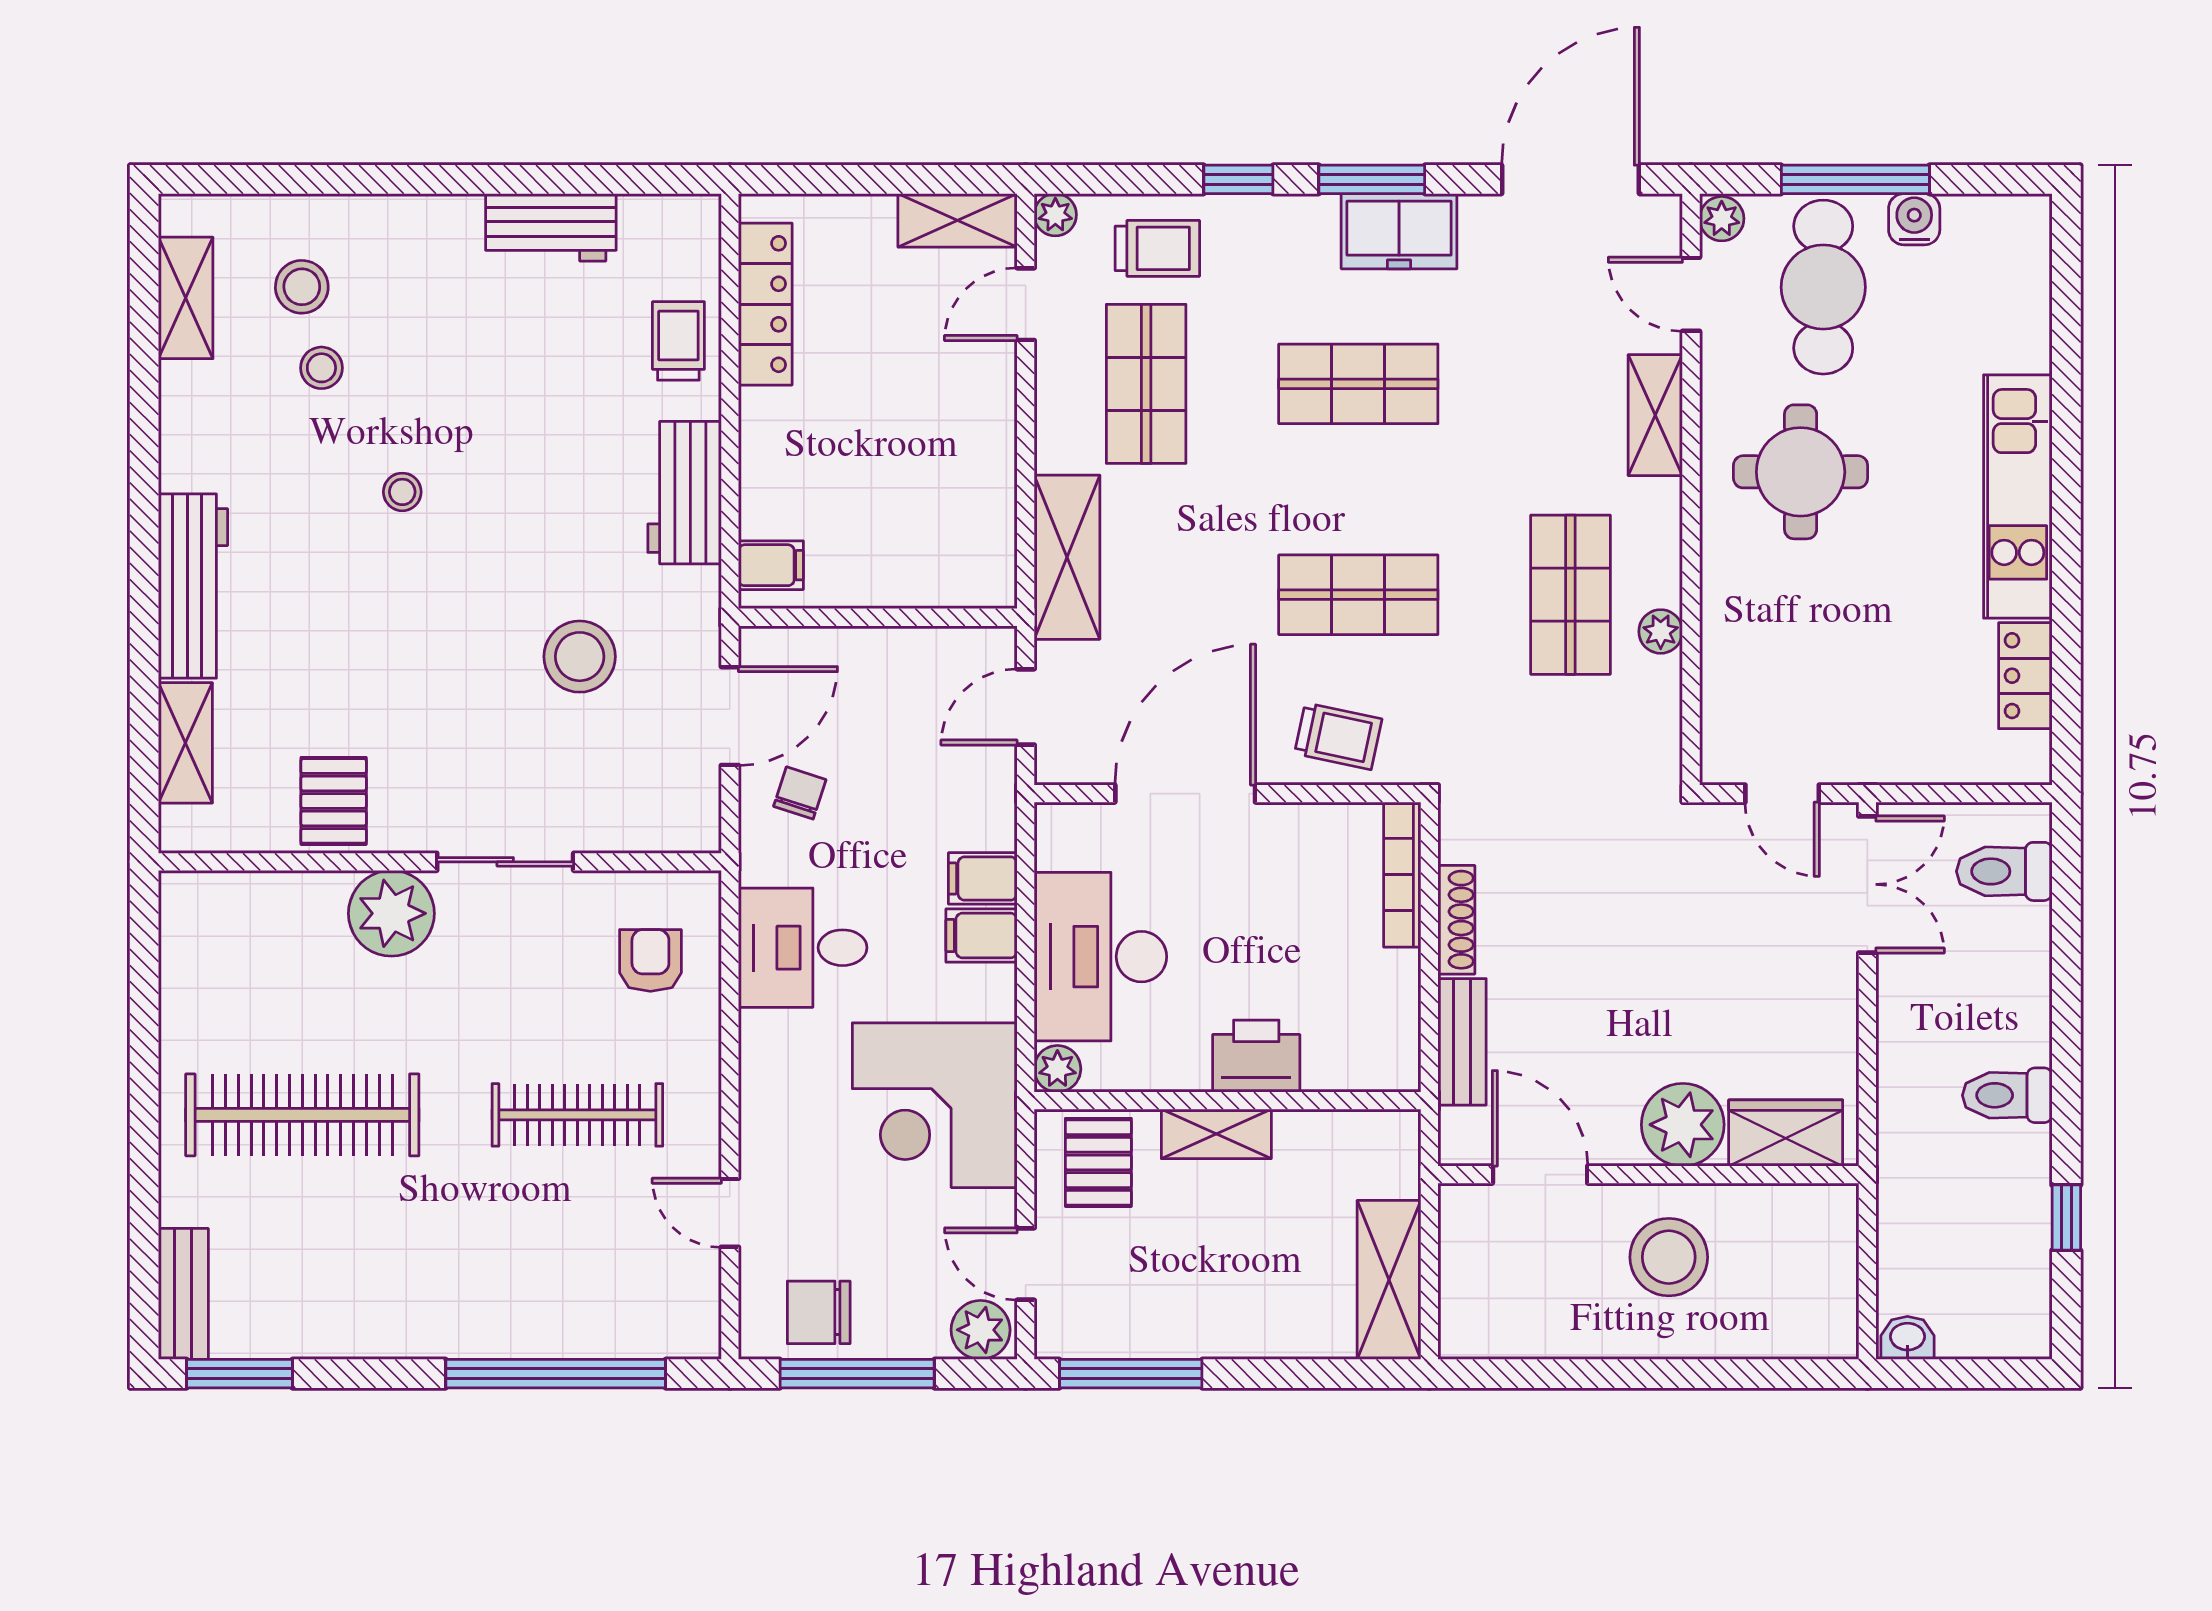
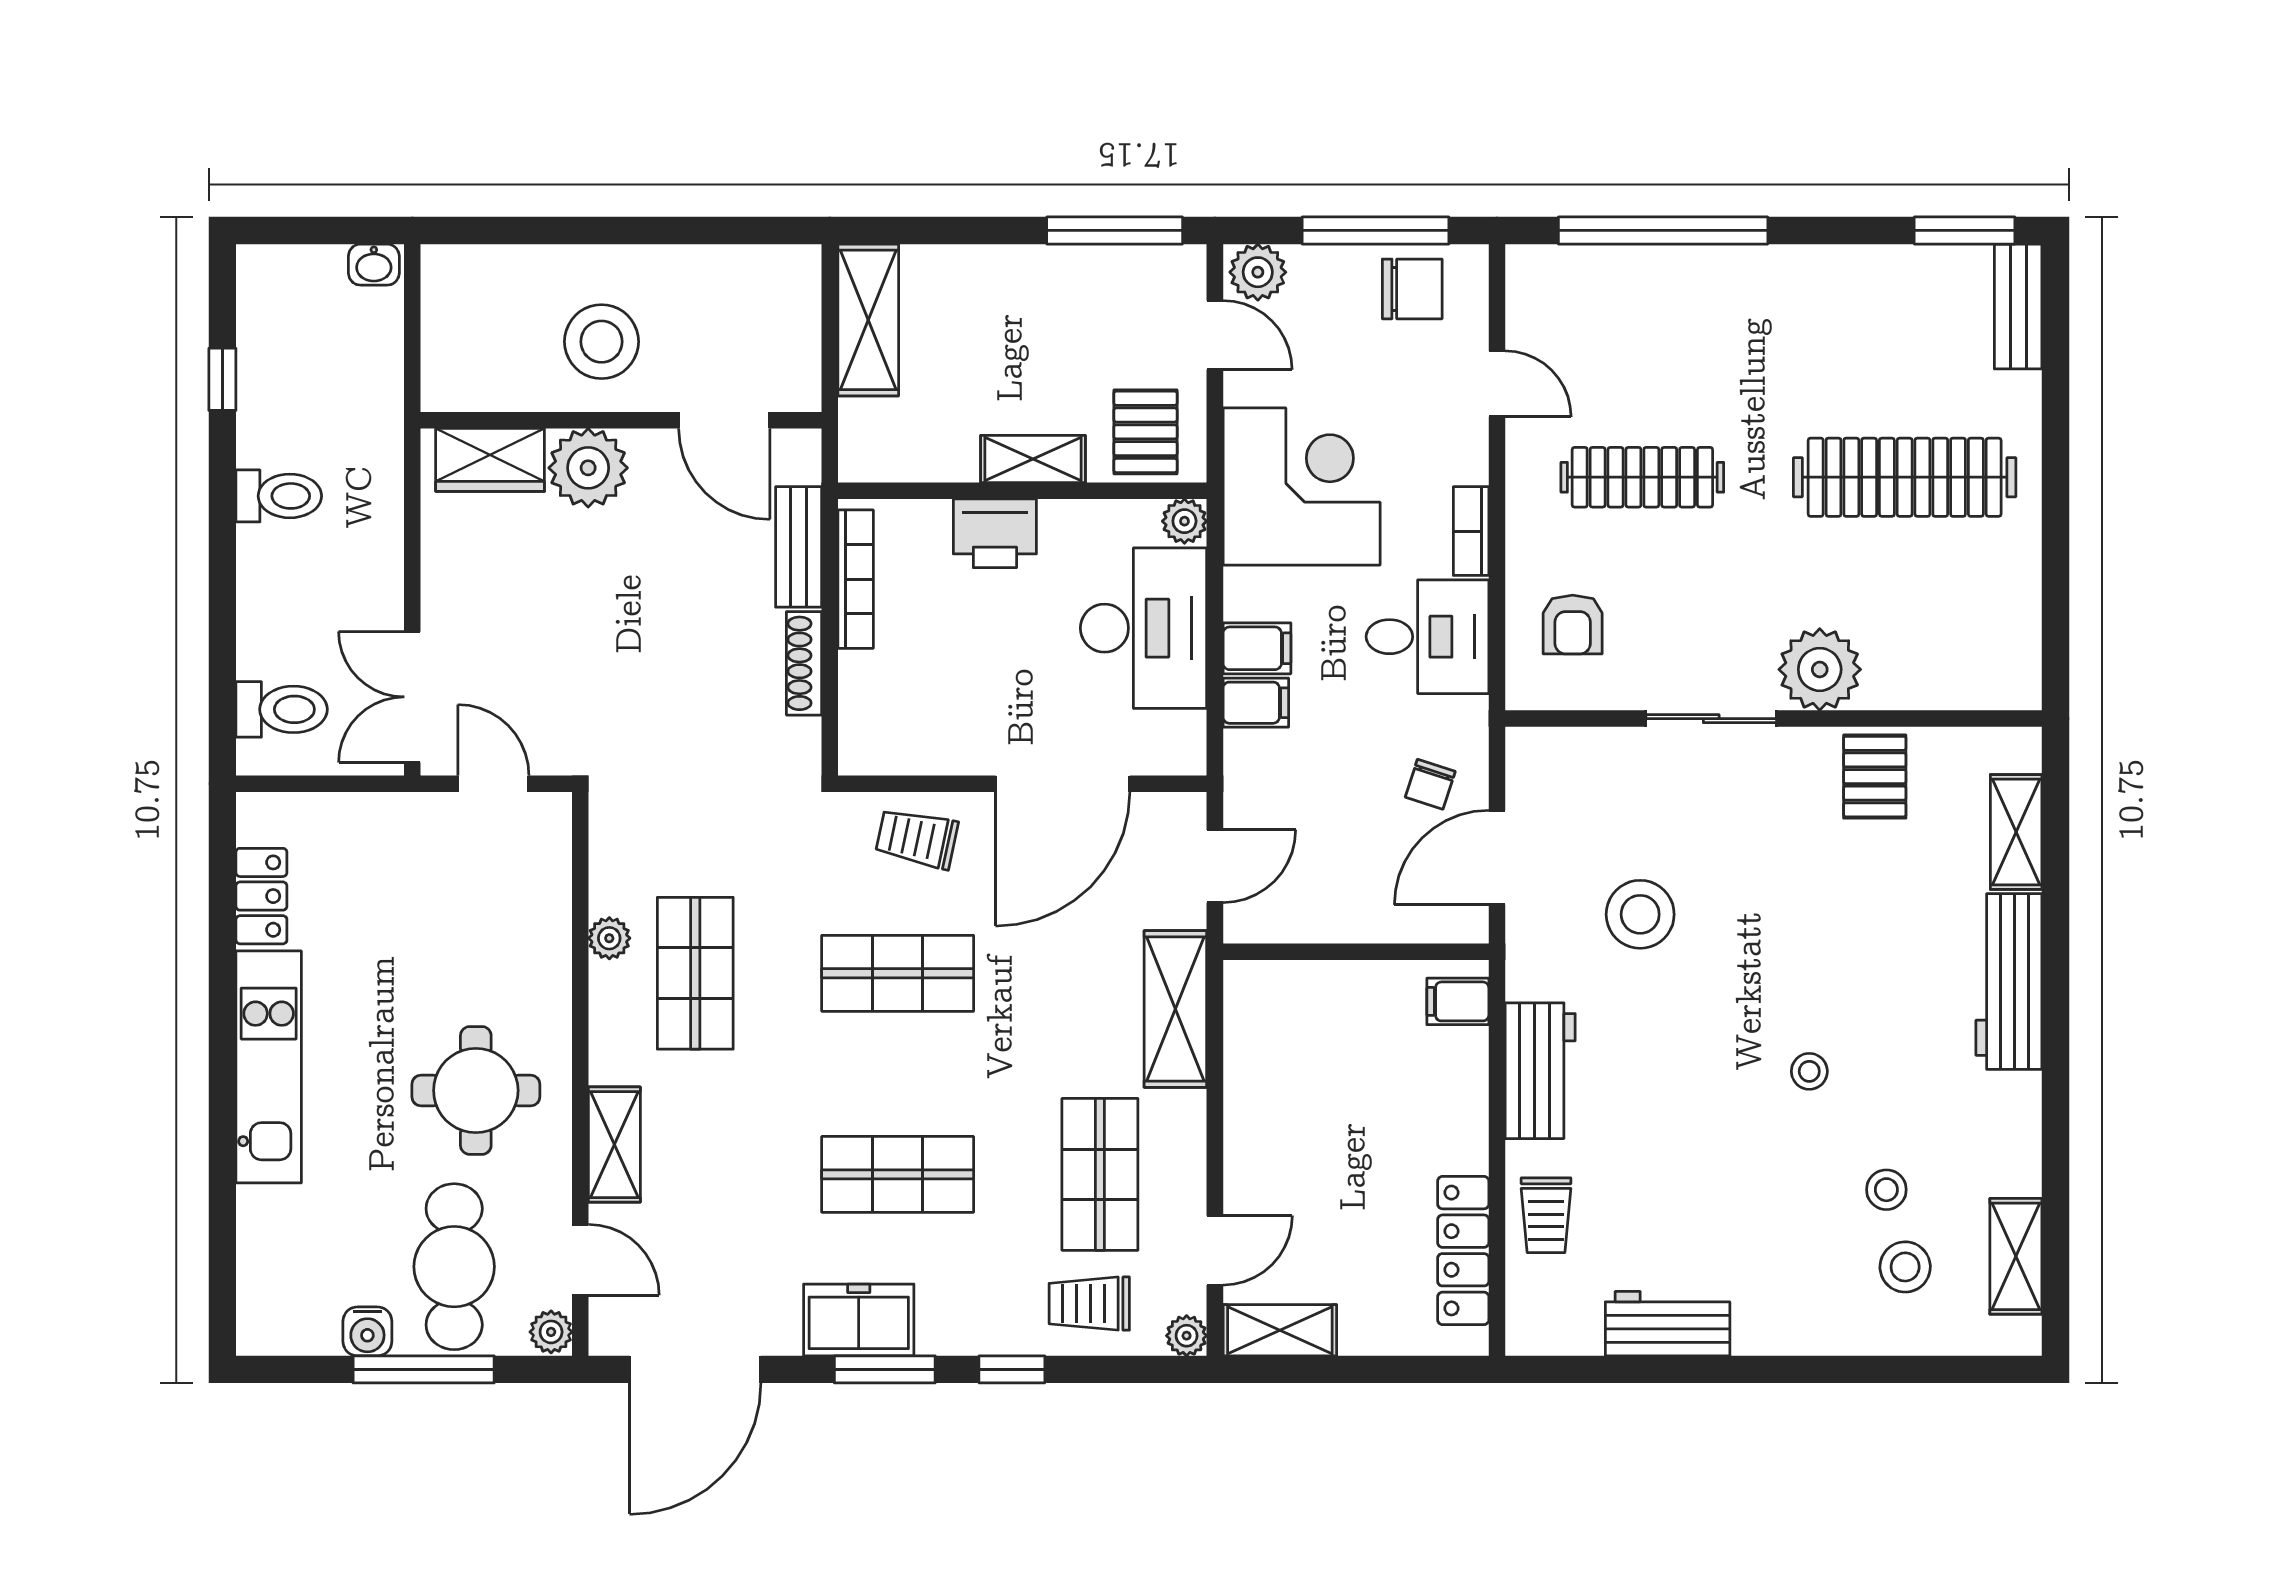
bookcase: (1402, 875) -> (856, 579), moved
bookcase: (757, 1058) -> (1471, 531), added

